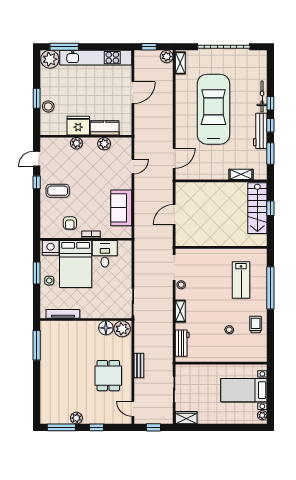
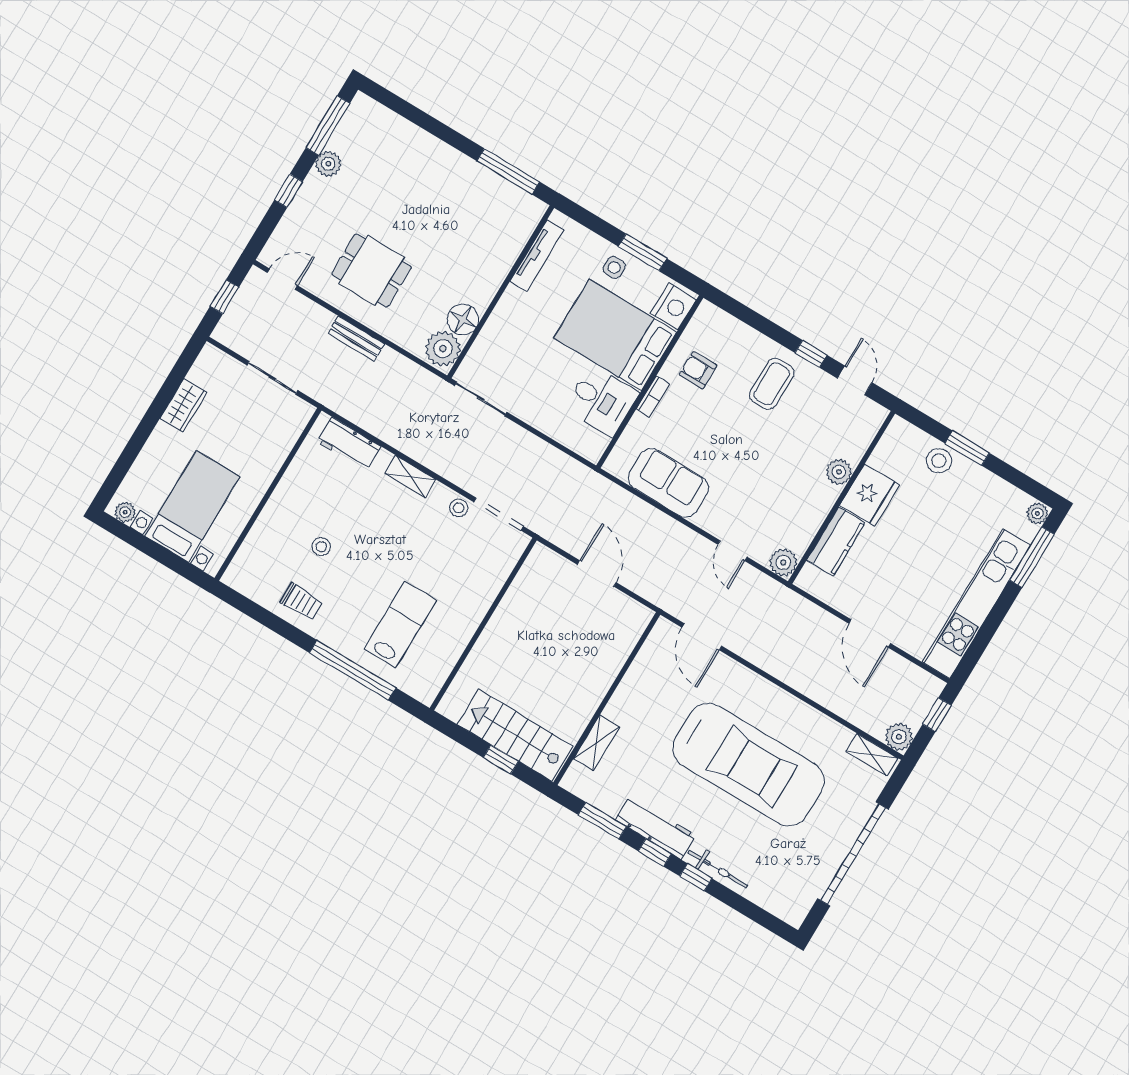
plant: (50, 59) -> (1037, 513), width x0.53, depth x0.53
plant: (104, 144) -> (783, 562), moved
lab bench: (241, 280) -> (400, 624), turned 90
wardrobe: (186, 418) -> (184, 405), moved

